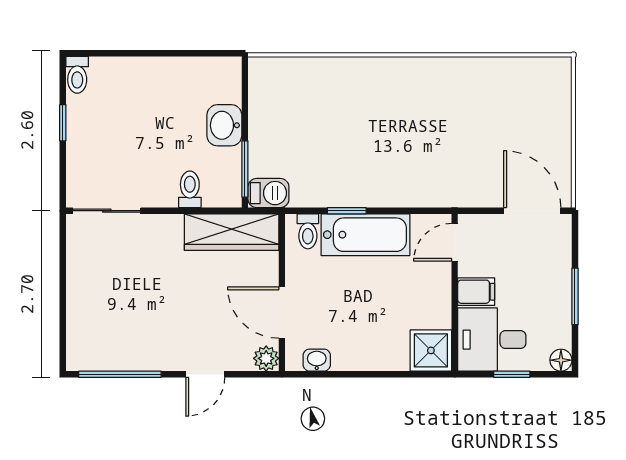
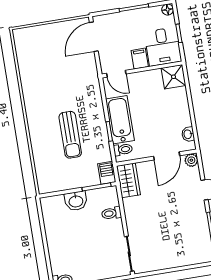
sun lounger: (352, 135) -> (70, 135), added
wardrobe: (232, 232) -> (128, 180), width x0.67

